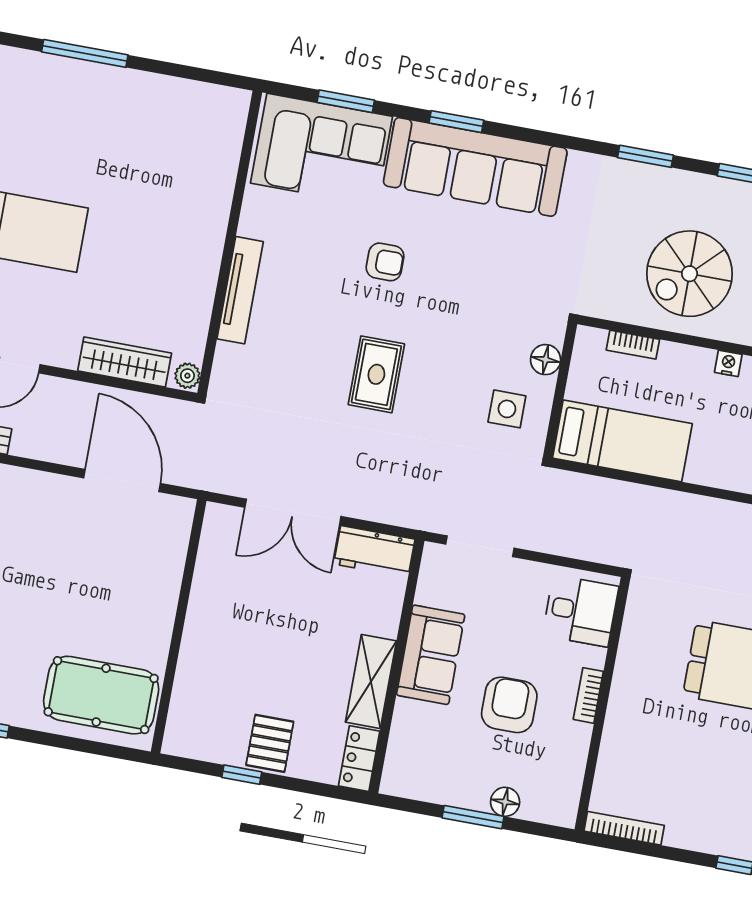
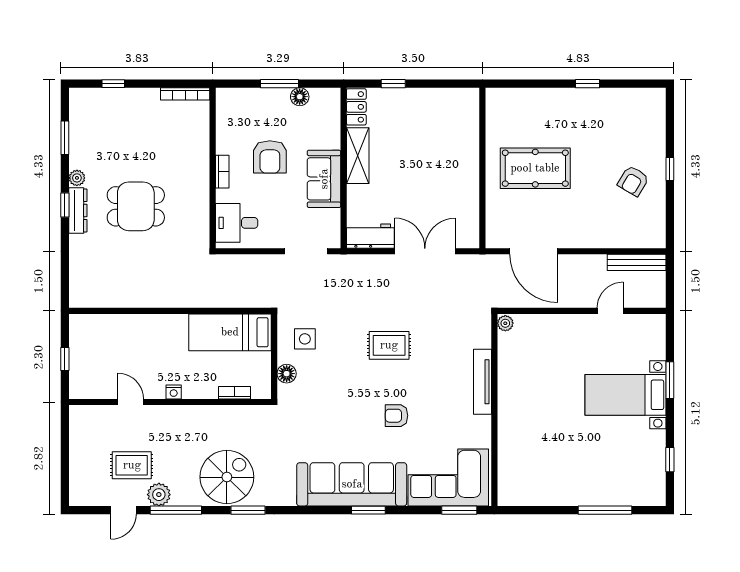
window: (346, 101) -> (459, 510), moved
spiral stairs: (689, 274) -> (227, 477), moved
wardrobe: (125, 362) -> (546, 325), removed
rug: (376, 374) -> (389, 345), turned 90
pool table: (101, 695) -> (535, 168), moved
pallet: (270, 743) -> (413, 106), removed
window: (242, 775) -> (393, 84), moved
floor lamp: (505, 802) -> (300, 97), moved

